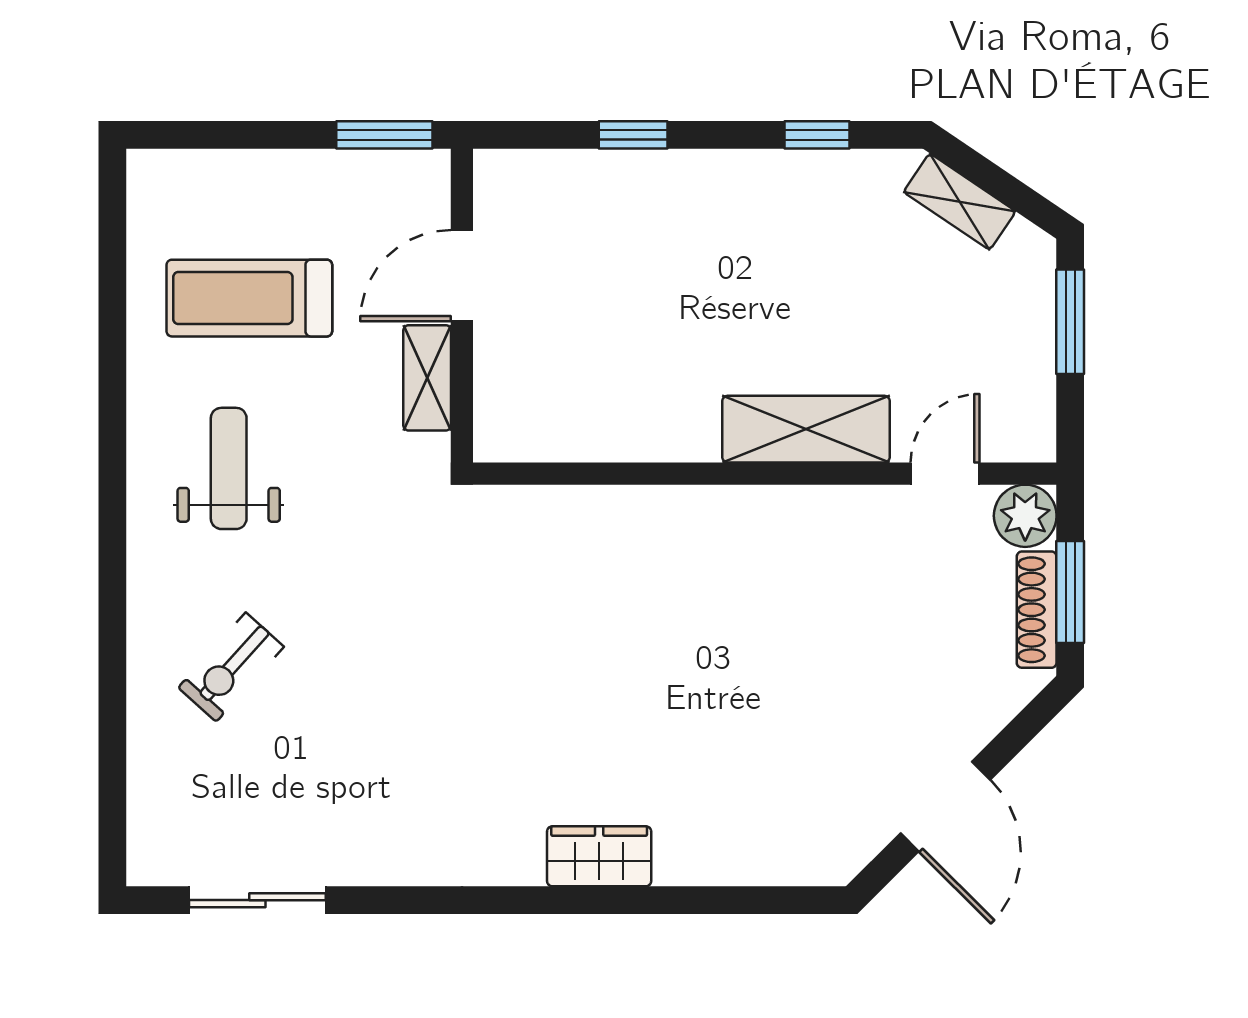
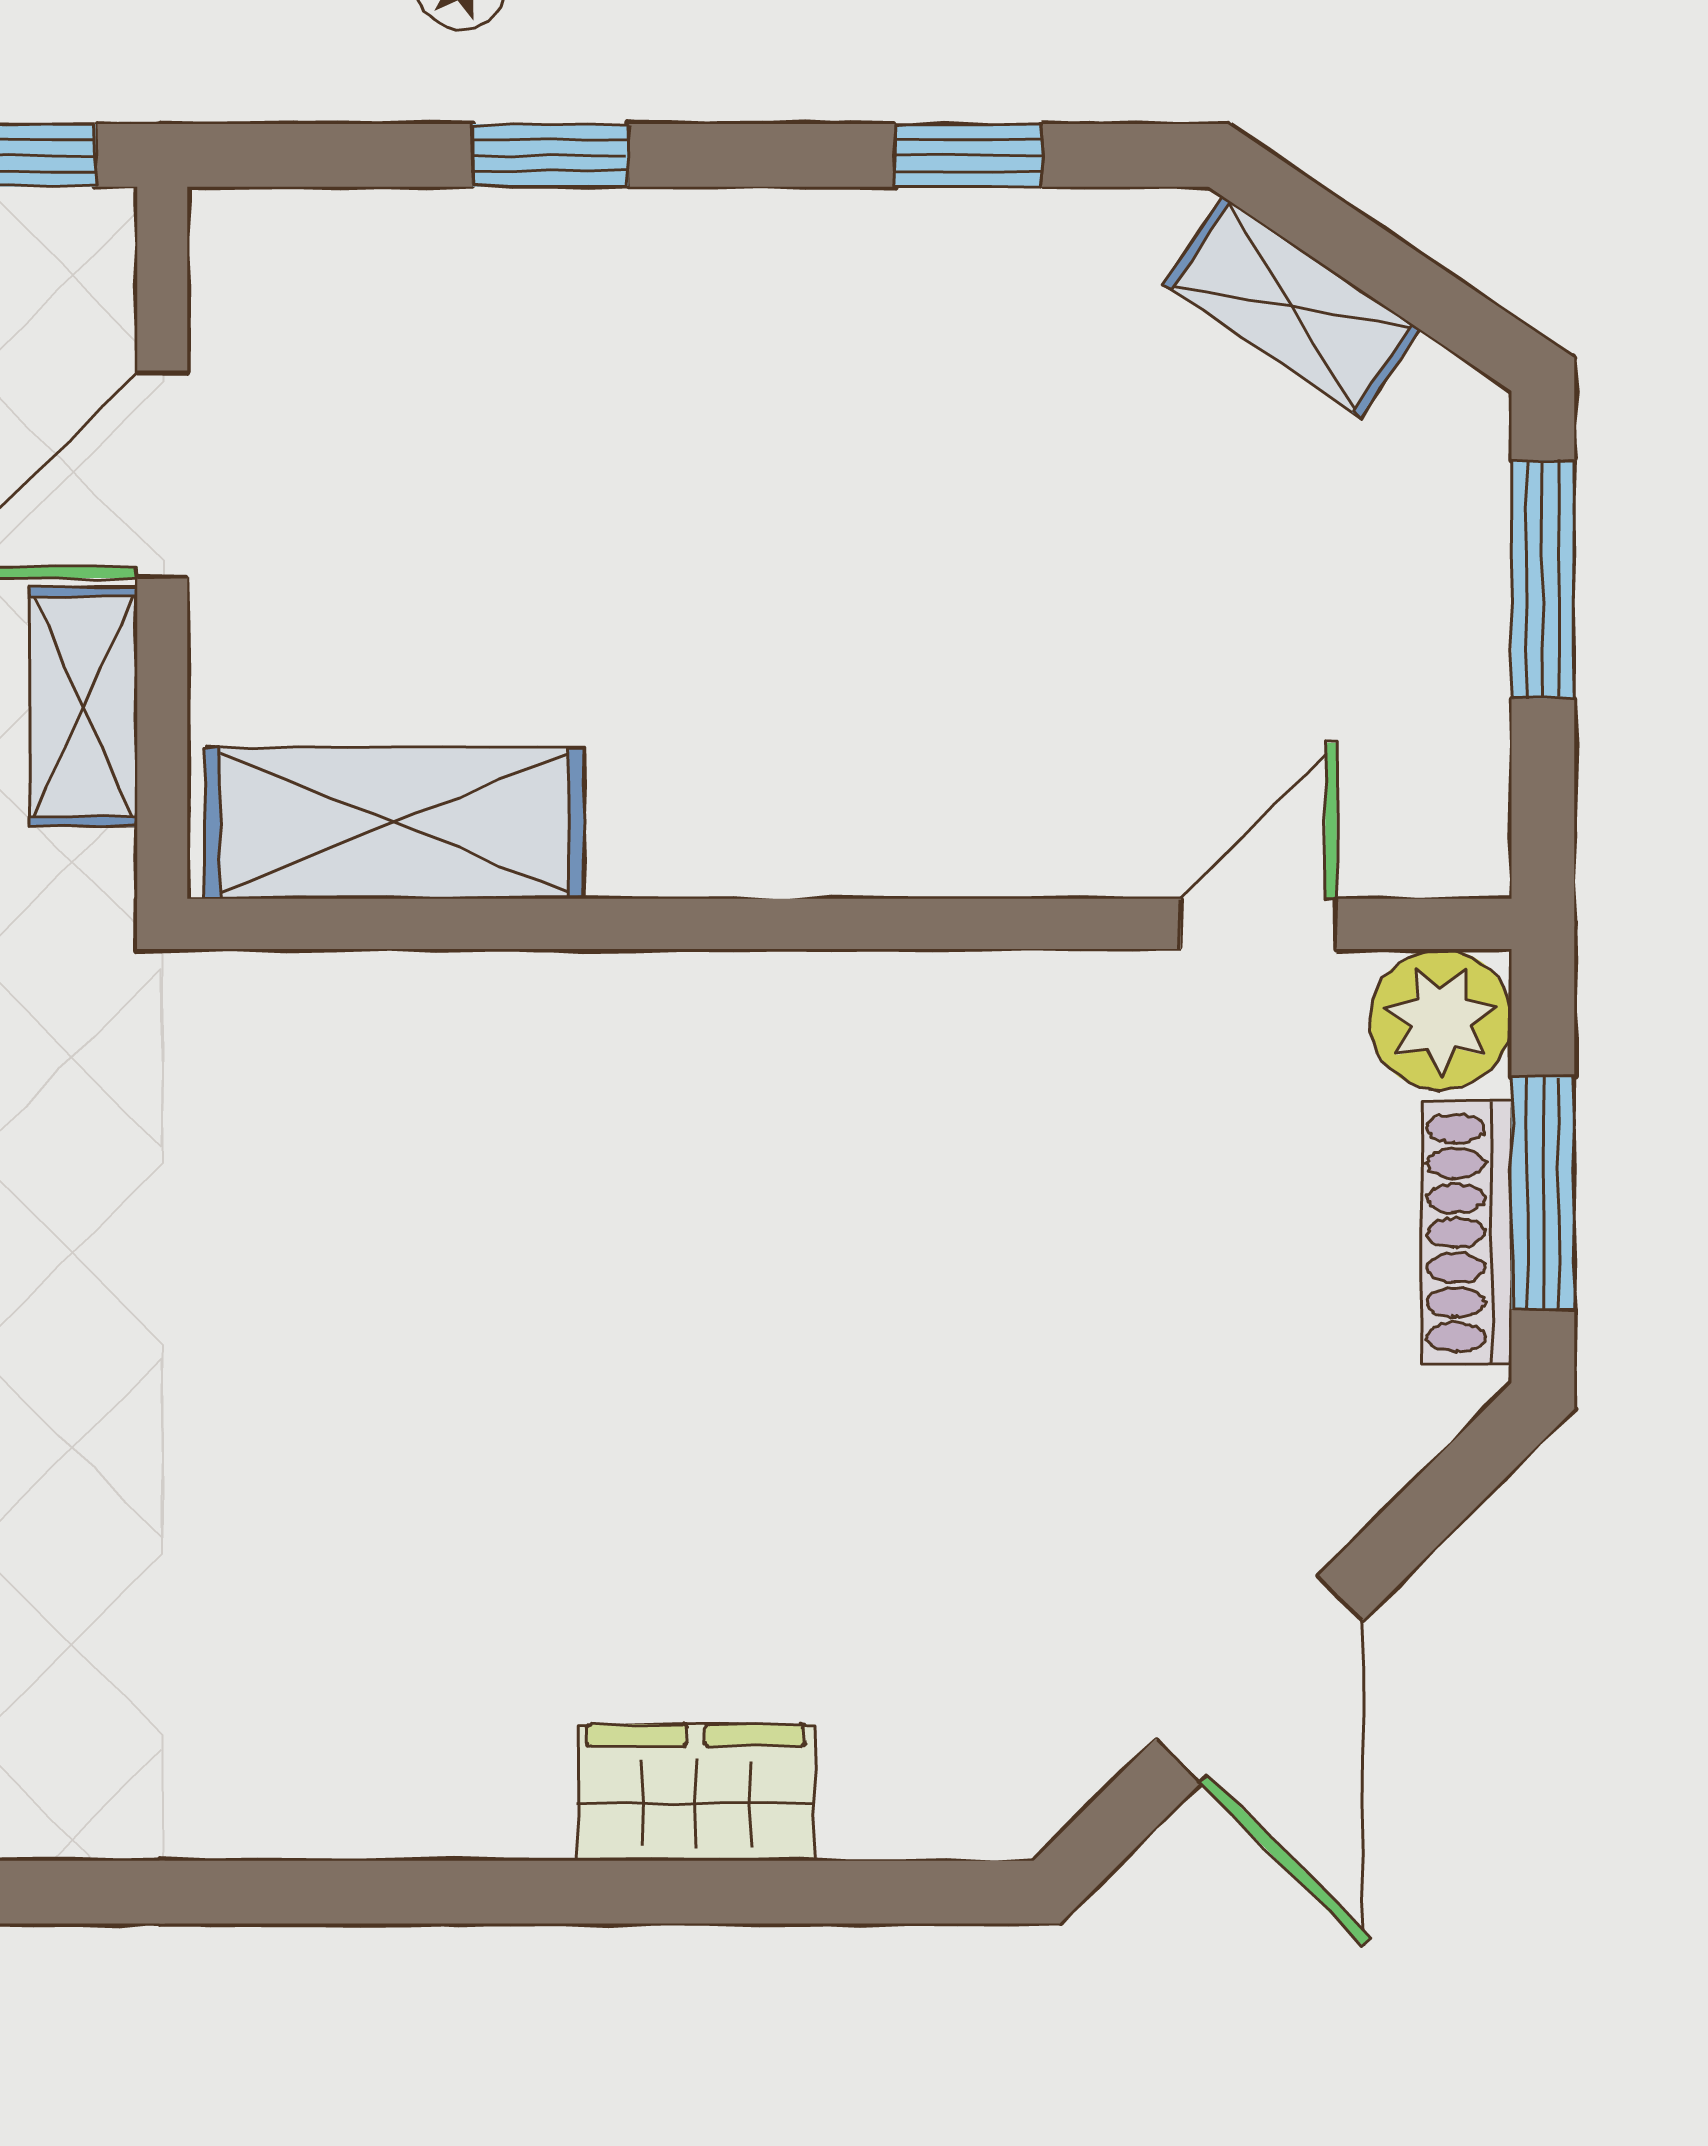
shelving: (806, 429) -> (394, 823), moved
wardrobe: (599, 856) -> (696, 1792), moved

